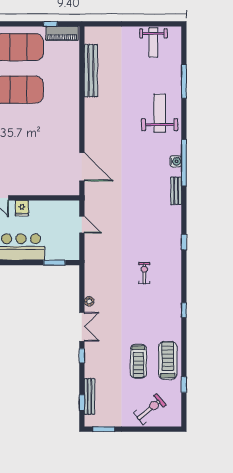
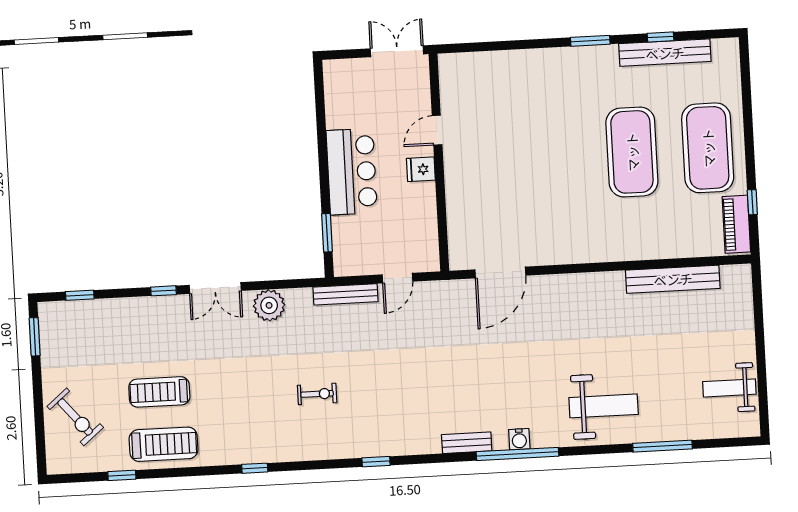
plant: (89, 301) -> (269, 305), width x1.88, depth x1.88
bench: (89, 396) -> (345, 294), moved

